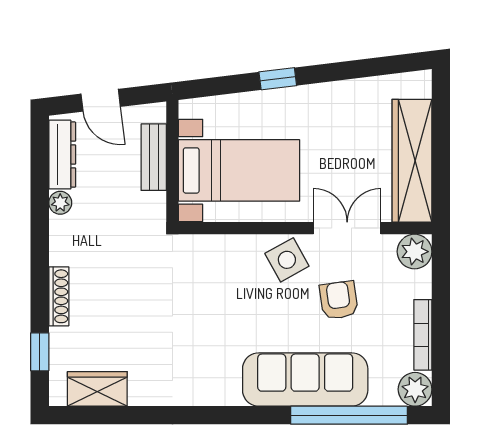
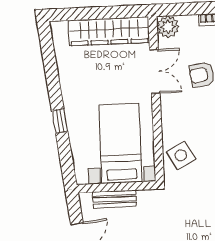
double door: (347, 228) -> (155, 71), swing flipped
side table: (287, 260) -> (181, 155), moved

